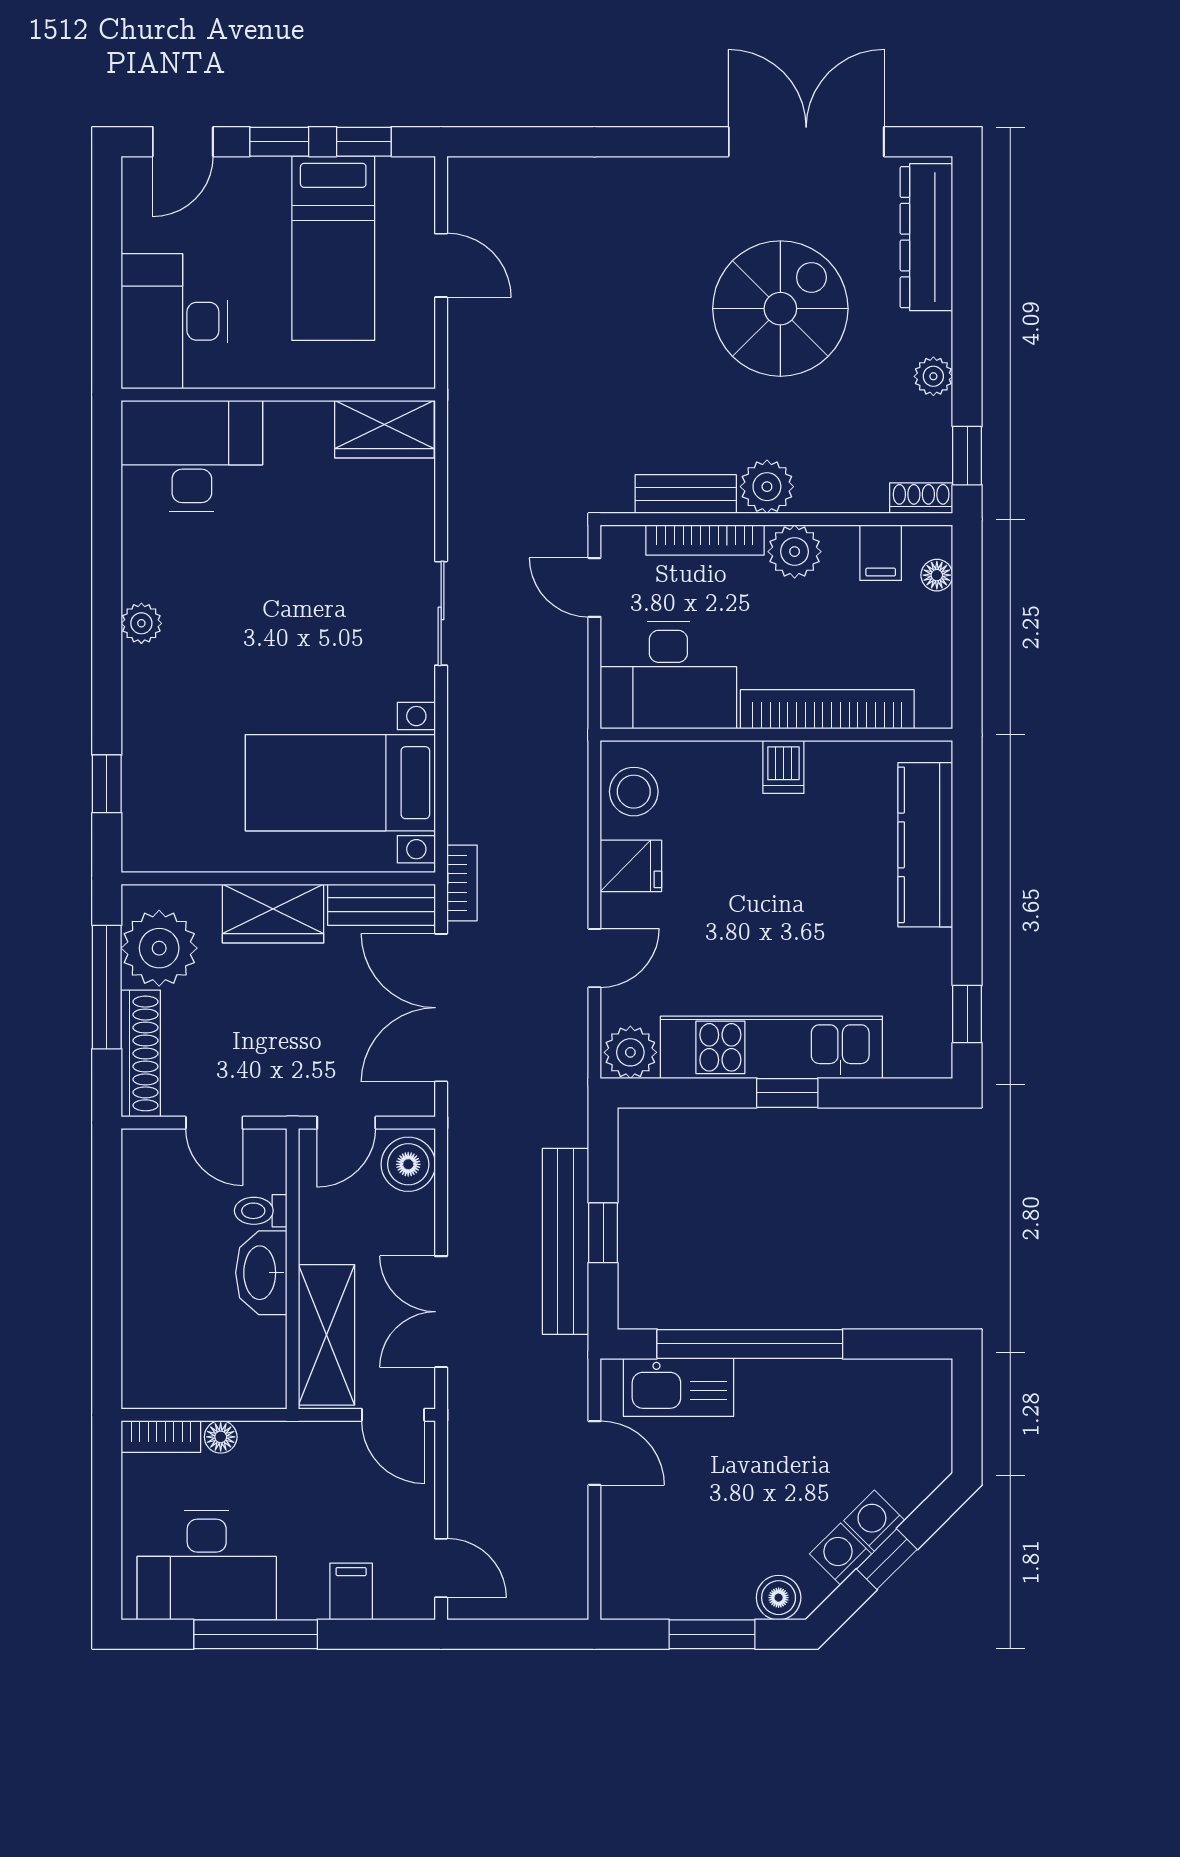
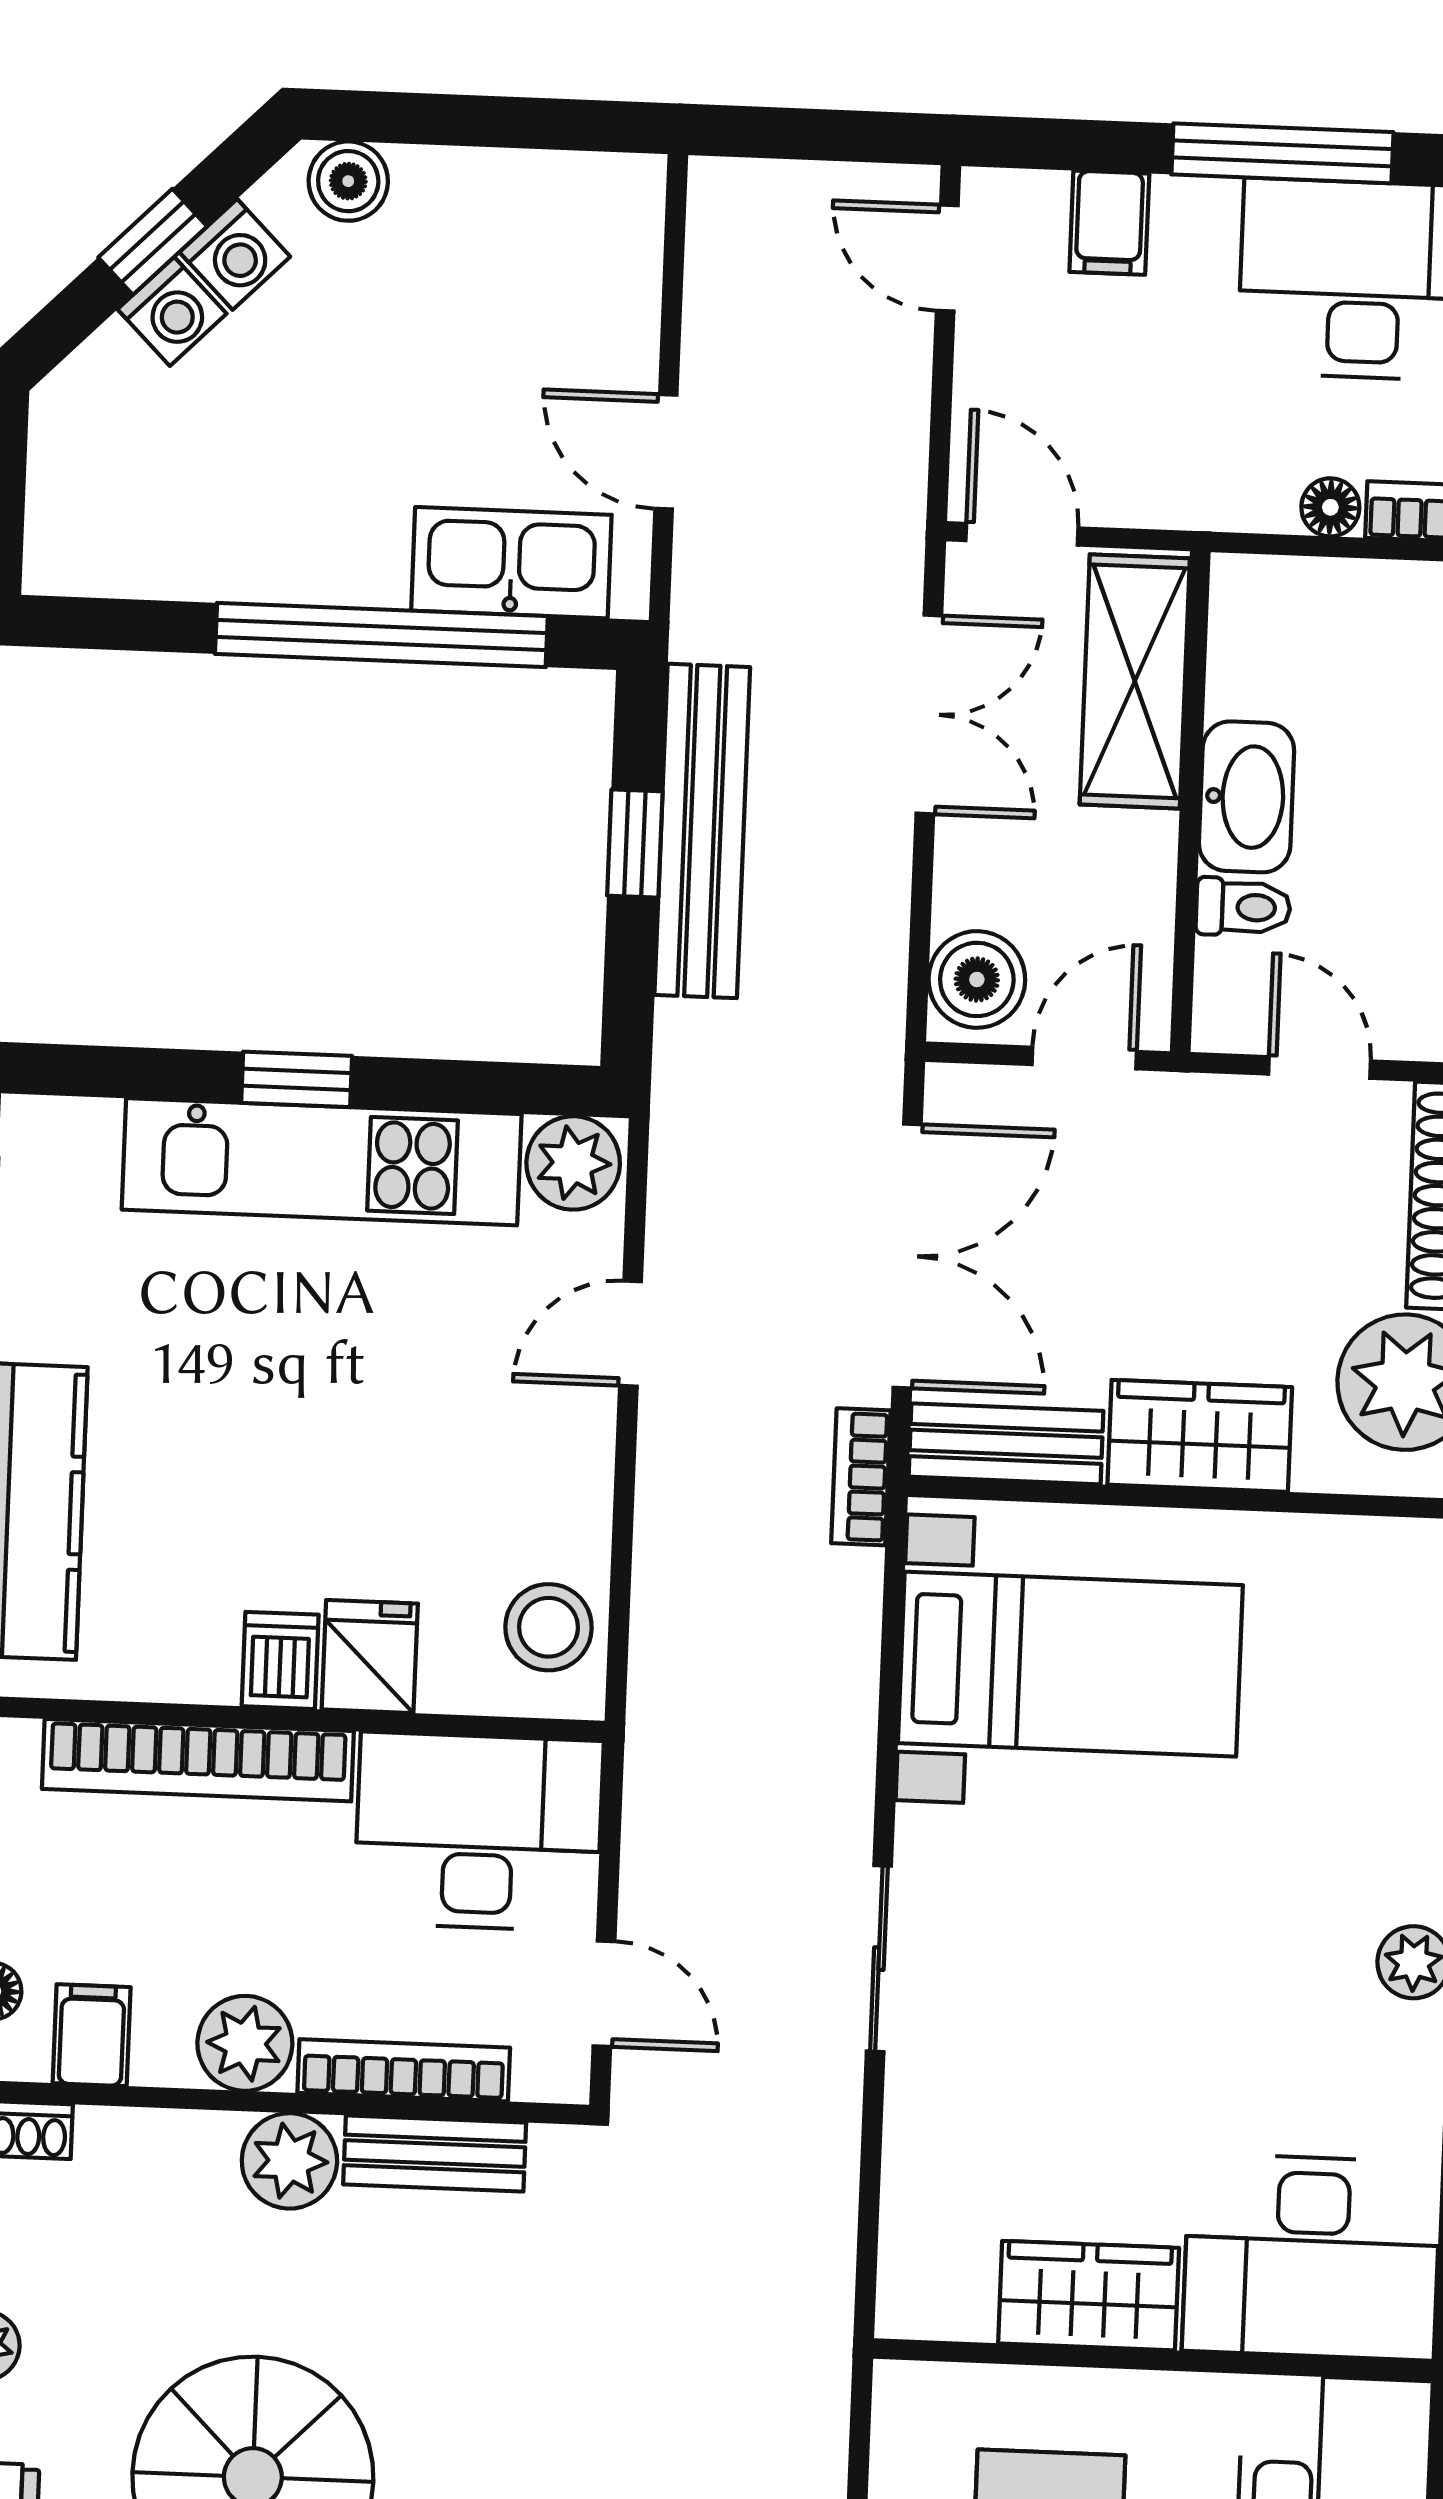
wardrobe: (384, 429) -> (1089, 2296), moved
fridge: (631, 866) -> (370, 1656), moved, turned 90
window: (712, 1634) -> (469, 121), removed

